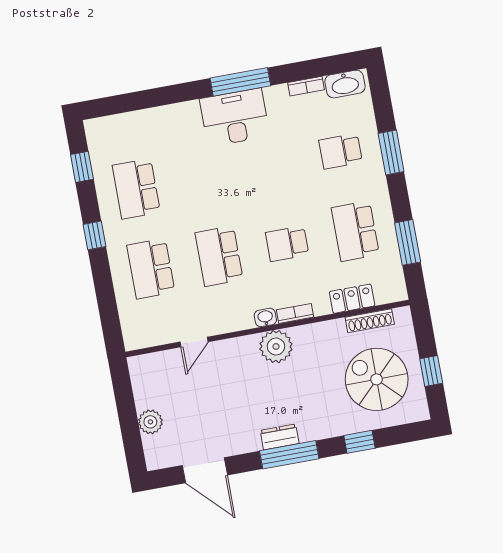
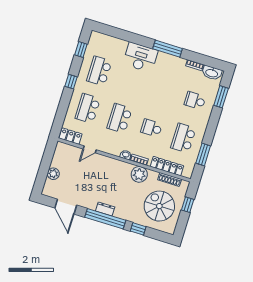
desk: (235, 117) -> (140, 57), moved
window: (391, 152) -> (221, 97), moved
locker: (352, 299) -> (167, 166), width x1.53
locker: (146, 336) -> (70, 136), added
plant: (276, 347) -> (139, 174), moved
window: (431, 371) -> (188, 205), moved
window: (289, 455) -> (105, 219), width x1.46

